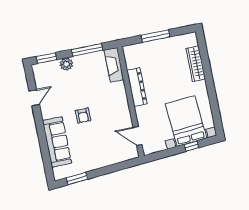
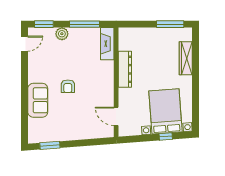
window: (155, 36) -> (170, 24), moved
door: (34, 98) -> (24, 44), moved
sofa: (57, 142) -> (38, 100), width x0.73

